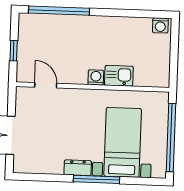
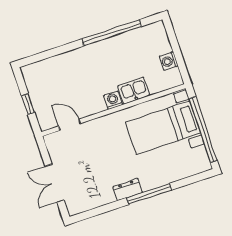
window: (59, 11) -> (112, 33), moved
washing machine: (160, 25) -> (169, 61), moved, turned 90
bed with nightstands: (123, 142) -> (163, 128), moved, turned -90

